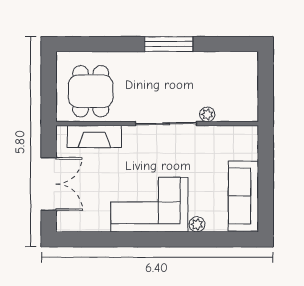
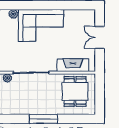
window: (169, 44) -> (43, 119), moved
double door: (49, 184) -> (100, 37), width x0.73

